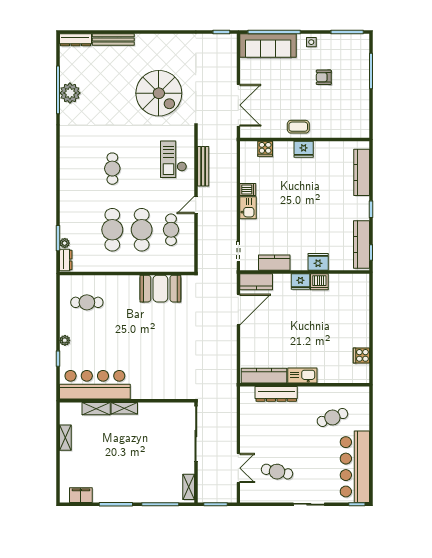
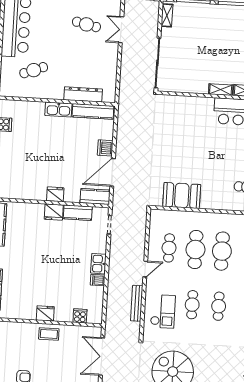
cafe table: (142, 169) -> (192, 305), added
fridge: (318, 262) -> (54, 212), moved
dishwasher: (319, 282) -> (105, 148), moved, turned -90

